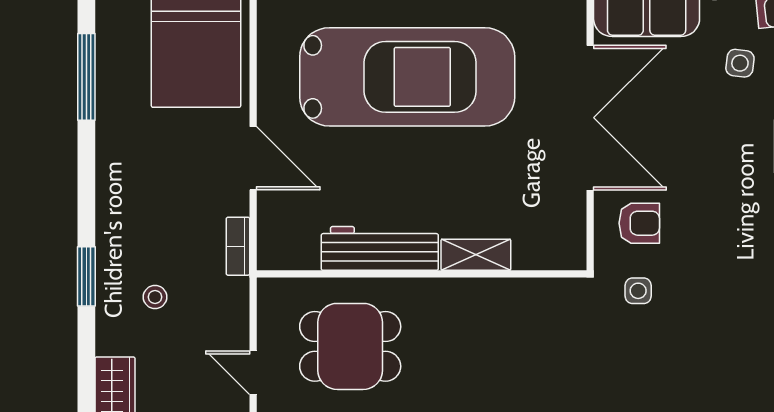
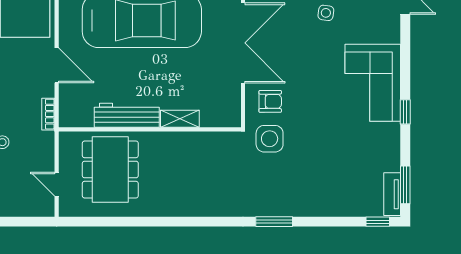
side table: (638, 291) -> (270, 139), width x1.87, depth x1.87
dining table: (350, 346) -> (110, 170), width x1.38

